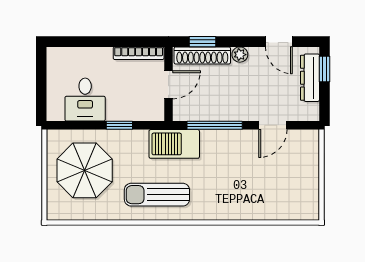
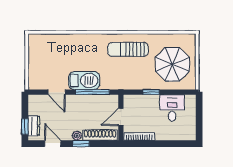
window: (203, 42) -> (81, 144), moved
dresser: (310, 78) -> (34, 126), width x0.70
door: (273, 125) -> (57, 92), swing flipped
barbecue: (174, 144) -> (84, 81), moved
sun lounger: (157, 195) -> (128, 49), turned 180

